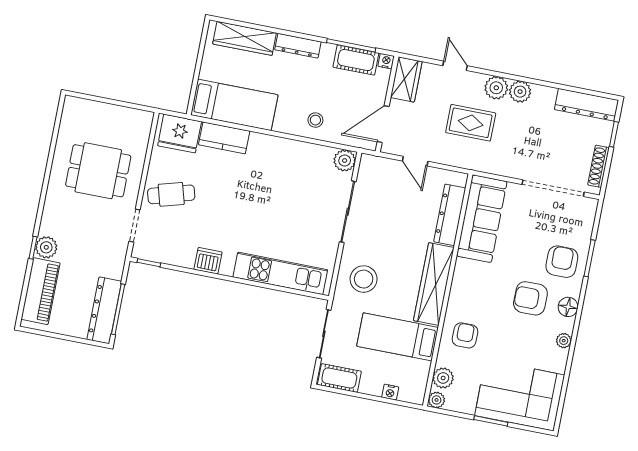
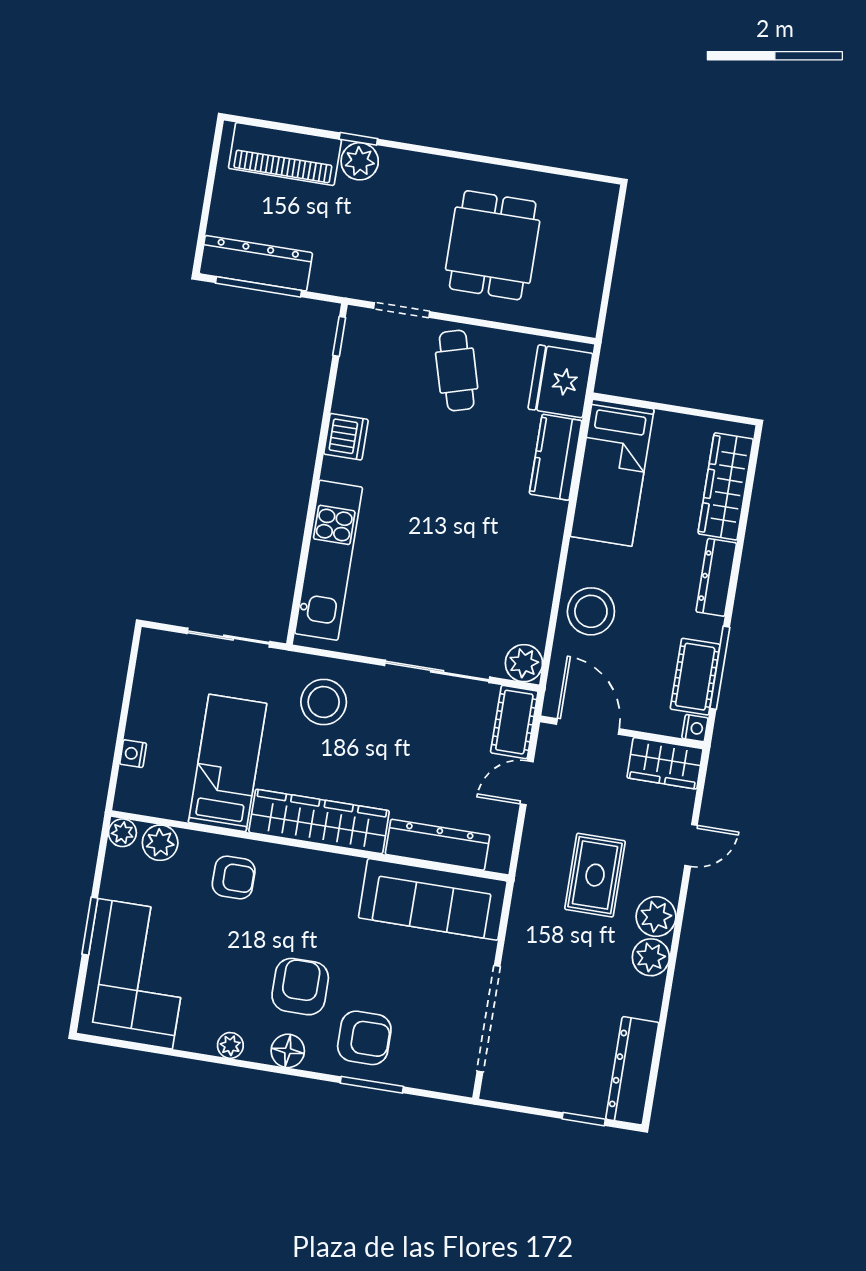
stool: (315, 120) -> (591, 611), width x1.89, depth x1.89
shoe rack: (599, 166) -> (528, 1095), removed
cot: (339, 378) -> (514, 722), moved

